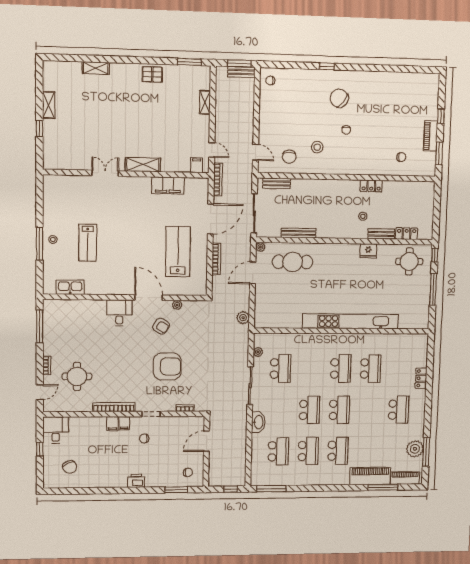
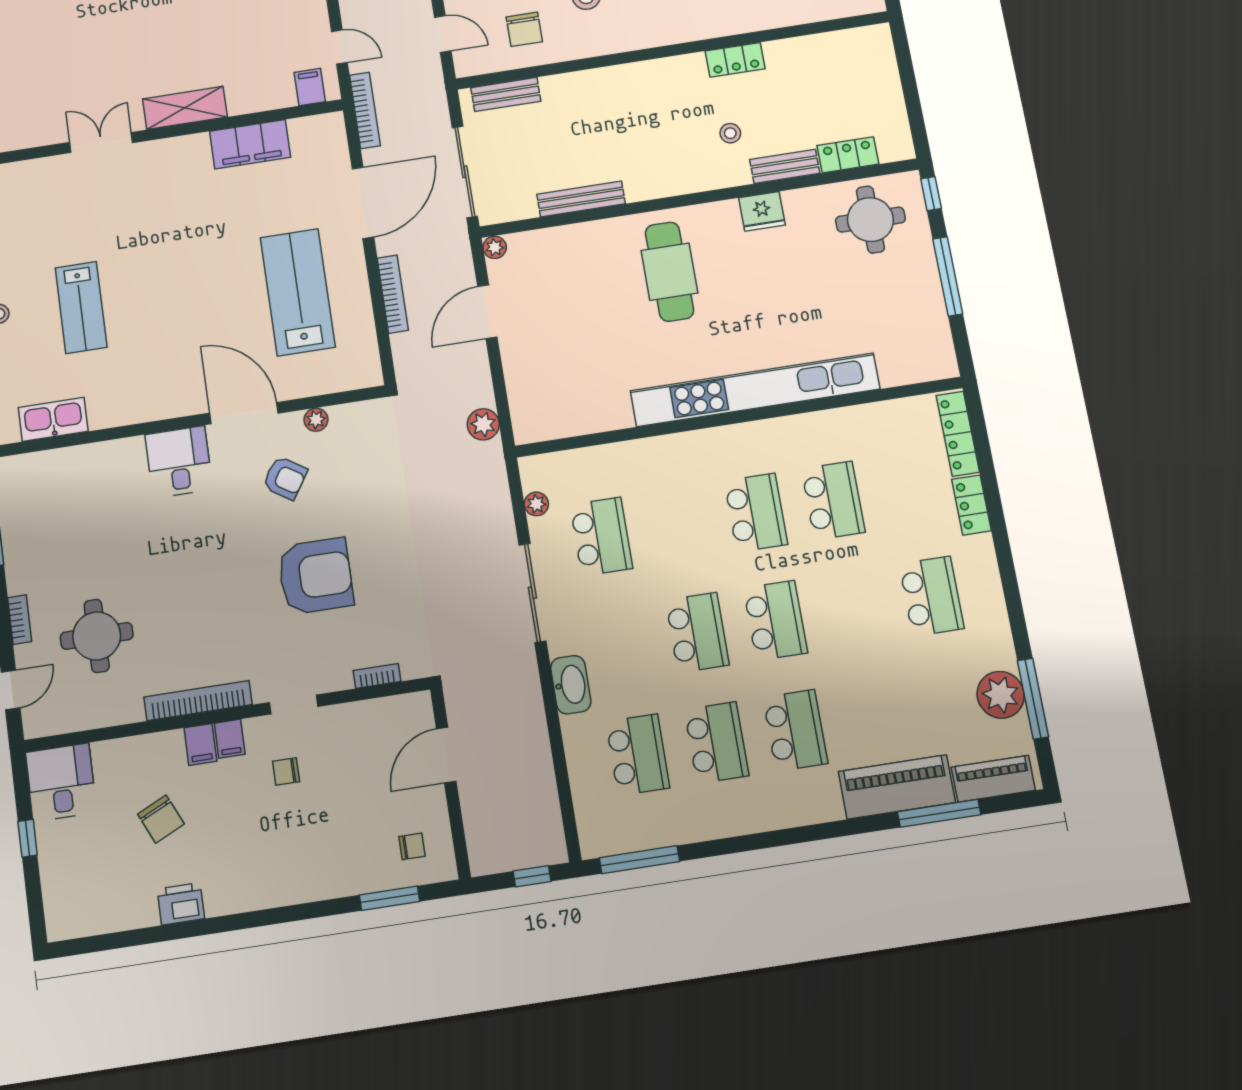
cafe table: (292, 262) -> (669, 272), moved, turned 90
locker: (422, 351) -> (958, 434), added
chair: (70, 467) -> (161, 819), moved
printer: (136, 481) -> (181, 904), moved

